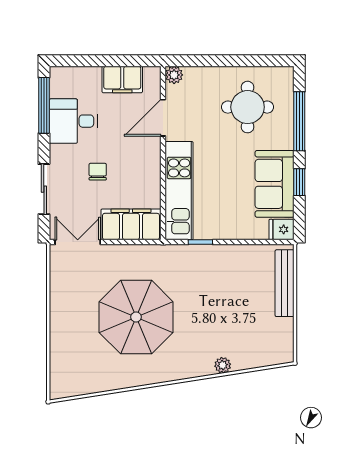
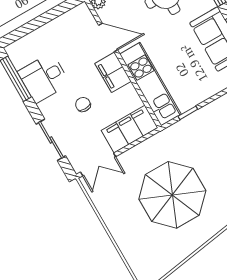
filing cabinet: (122, 79) -> (113, 72), moved, turned 90
door: (163, 118) -> (108, 38), swing flipped
double door: (78, 242) -> (98, 164), swing flipped

